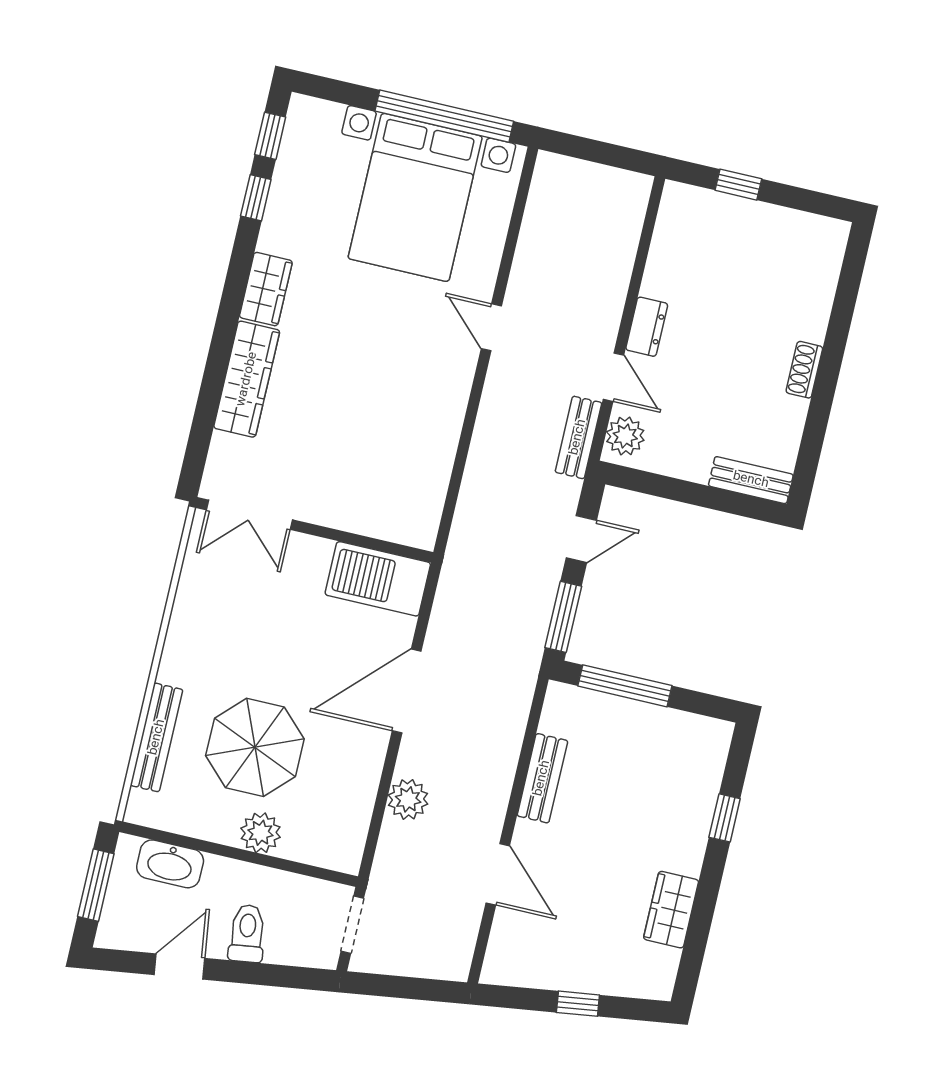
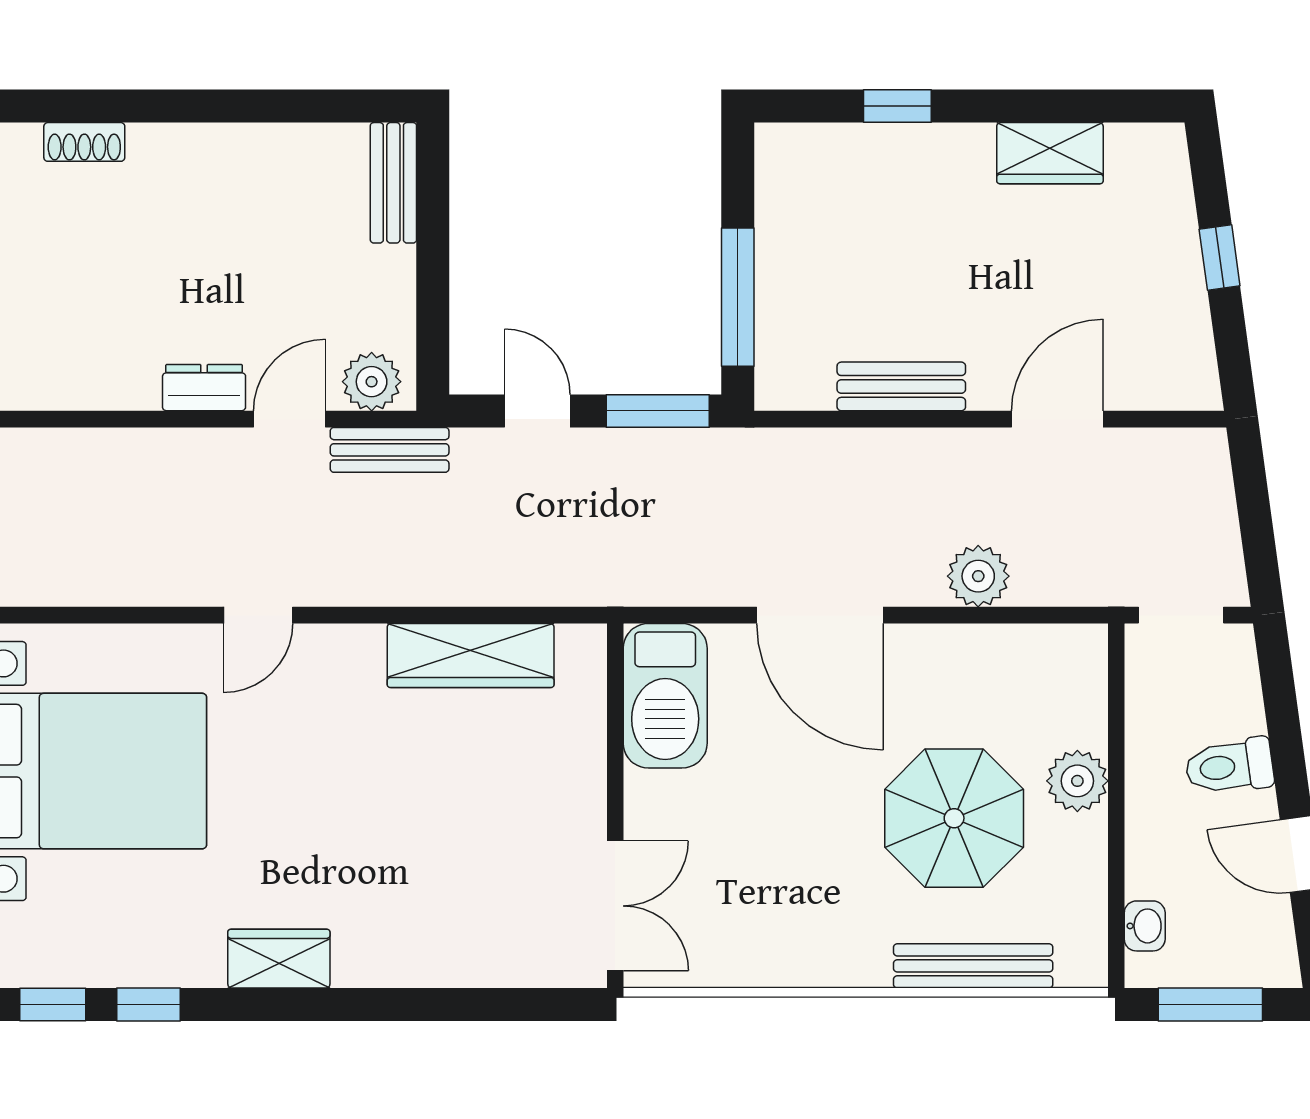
shoe rack: (804, 370) -> (84, 142), moved
wardrobe: (247, 379) -> (471, 655), moved, turned 180
washbasin: (170, 864) -> (1145, 926), width x0.52, depth x0.69

